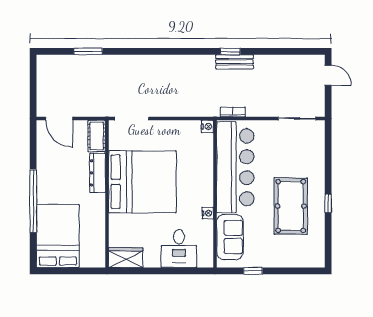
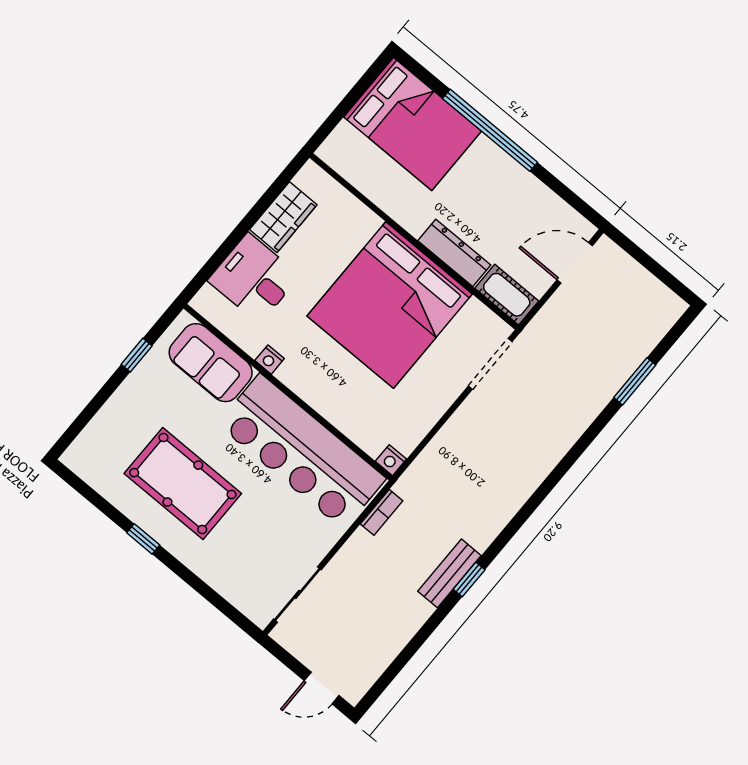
wardrobe: (126, 258) -> (283, 217), moved

